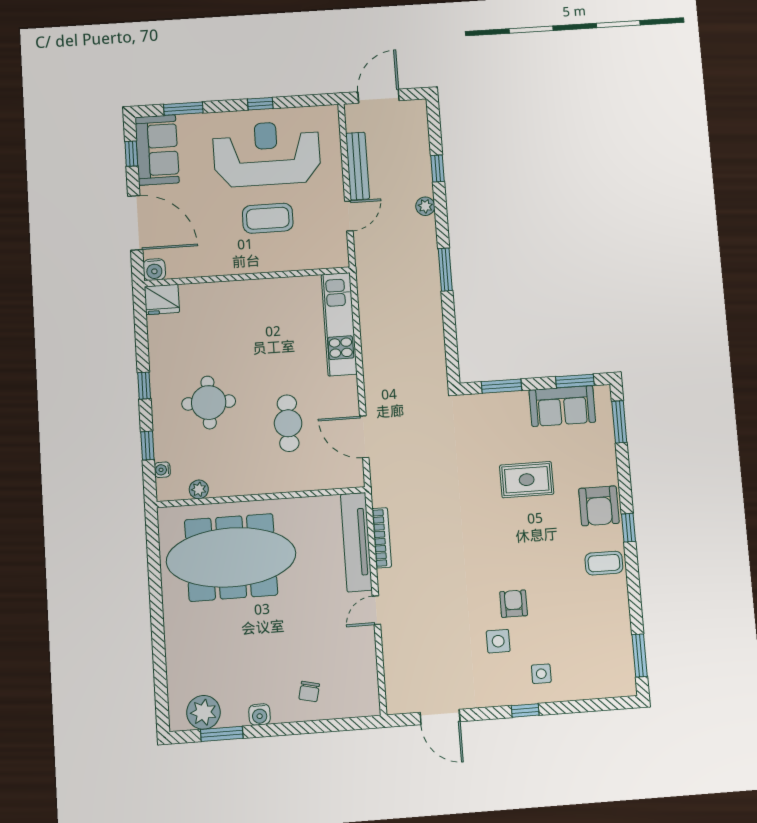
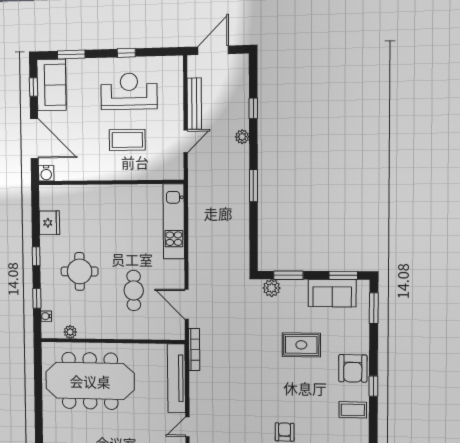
reception desk: (267, 154) -> (129, 91), width x0.74, depth x0.77
fridge: (162, 299) -> (49, 223), moved, turned -90
plant: (480, 405) -> (272, 288), added
bookcase: (382, 538) -> (194, 350), moved

